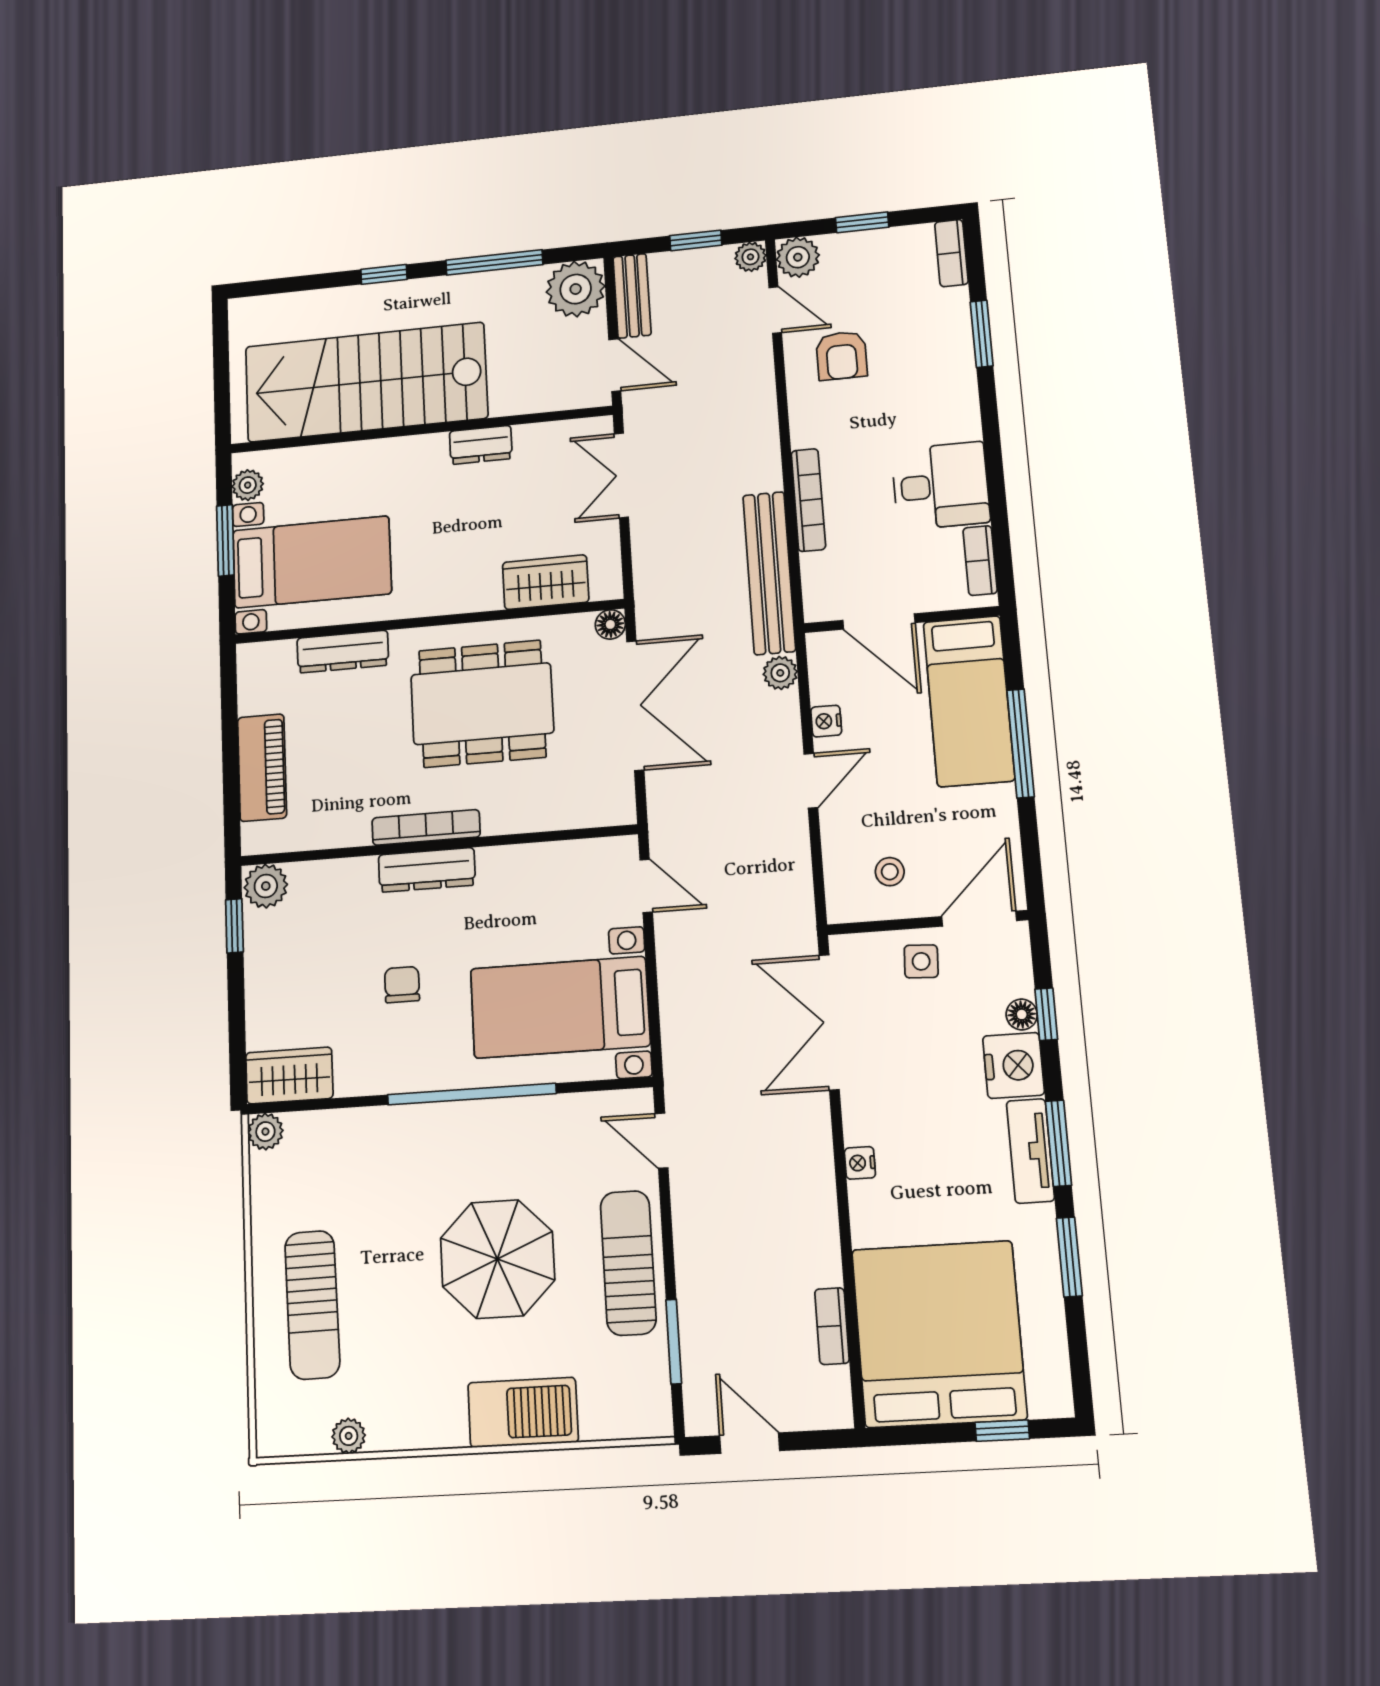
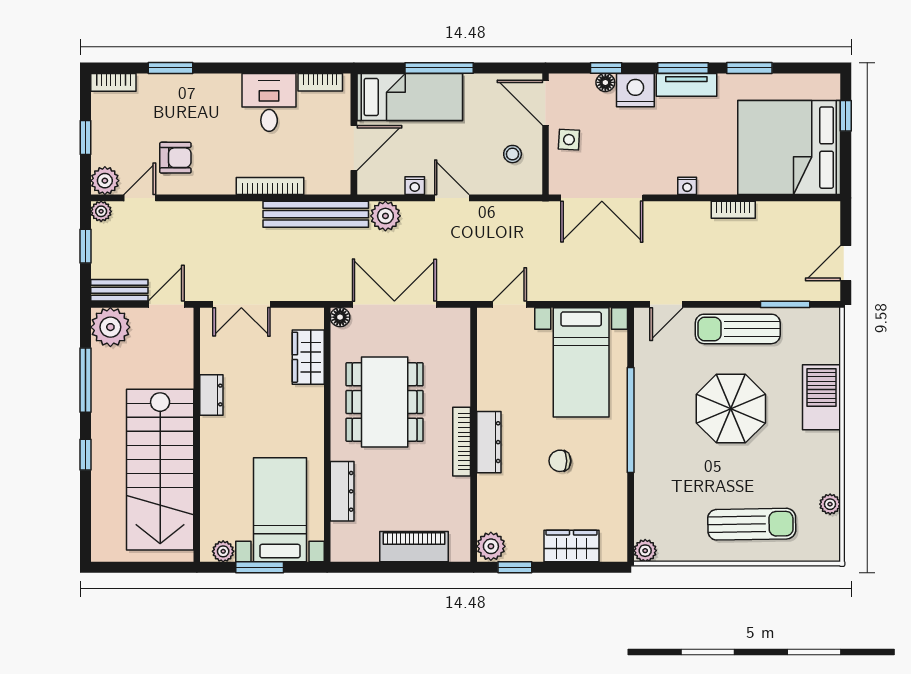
plant: (780, 673) -> (385, 216), width x1.38, depth x1.38
wardrobe: (289, 1075) -> (571, 546), moved, turned 90
bookcase: (832, 1326) -> (733, 210), moved

